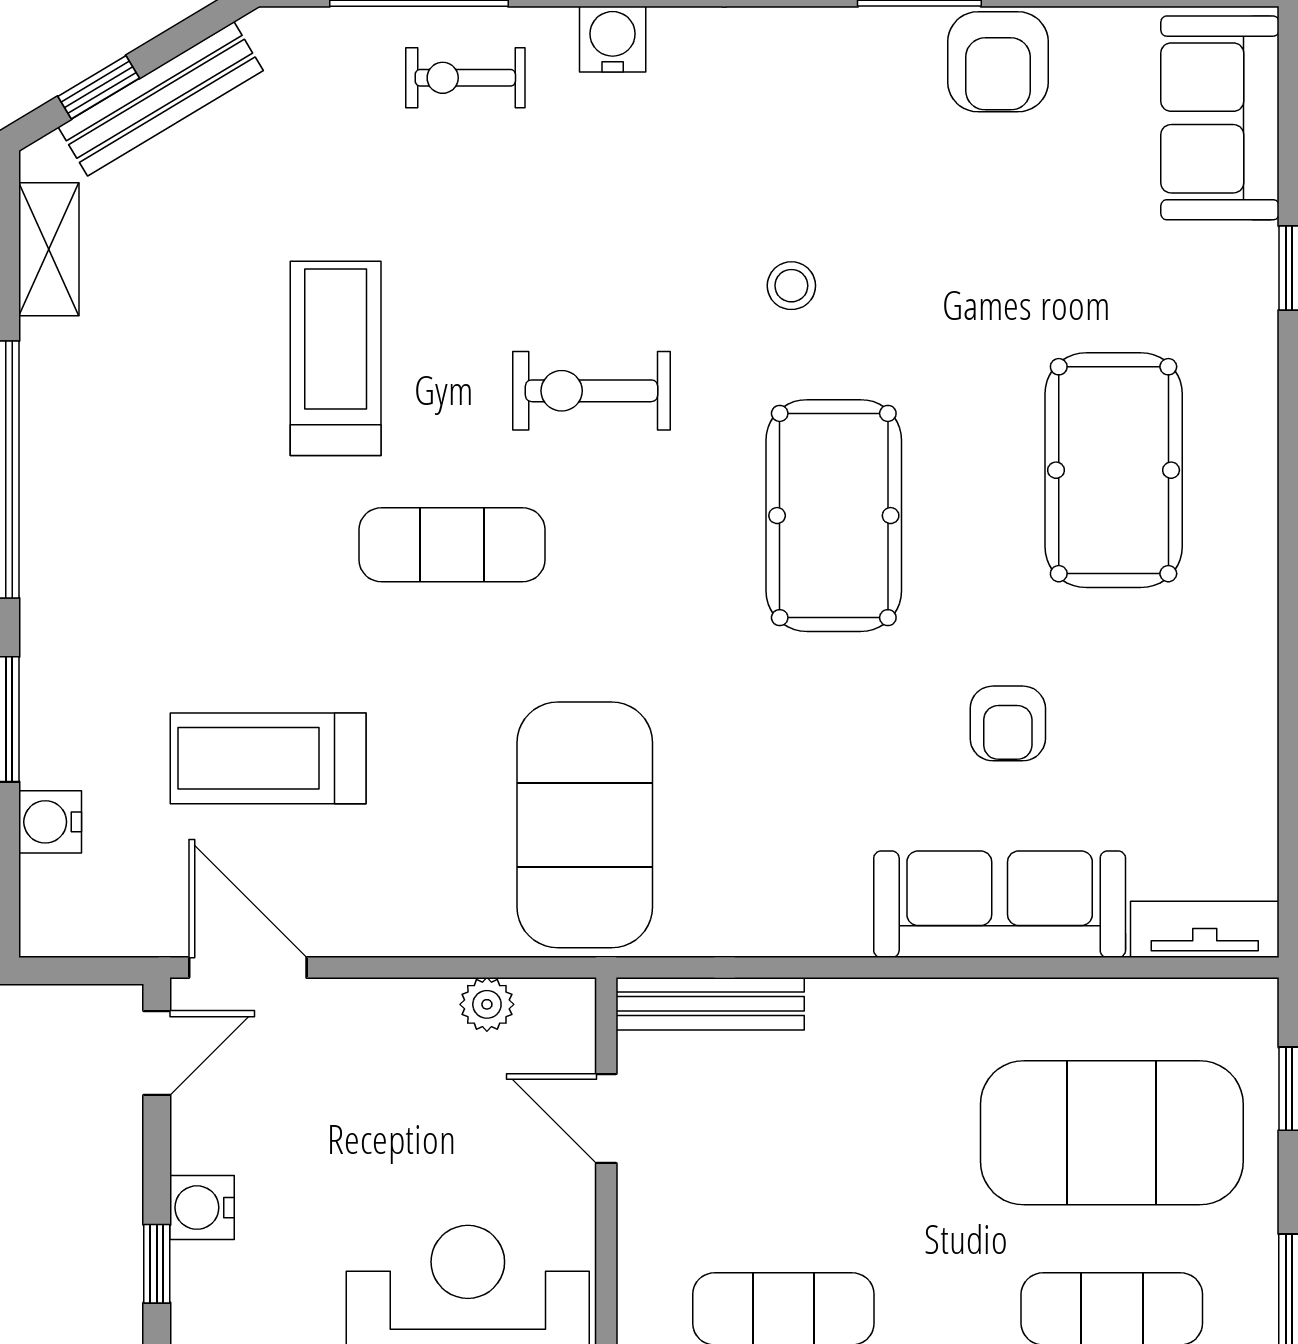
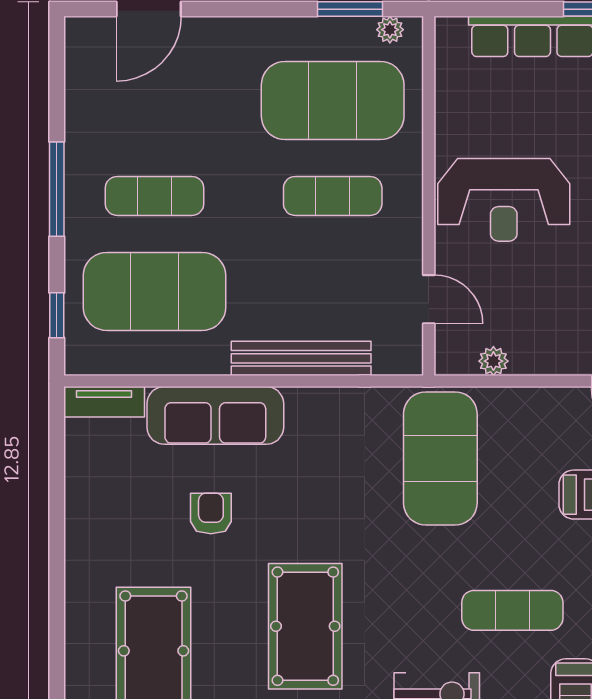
bench: (710, 1004) -> (301, 358), moved, width x1.37, depth x1.21

